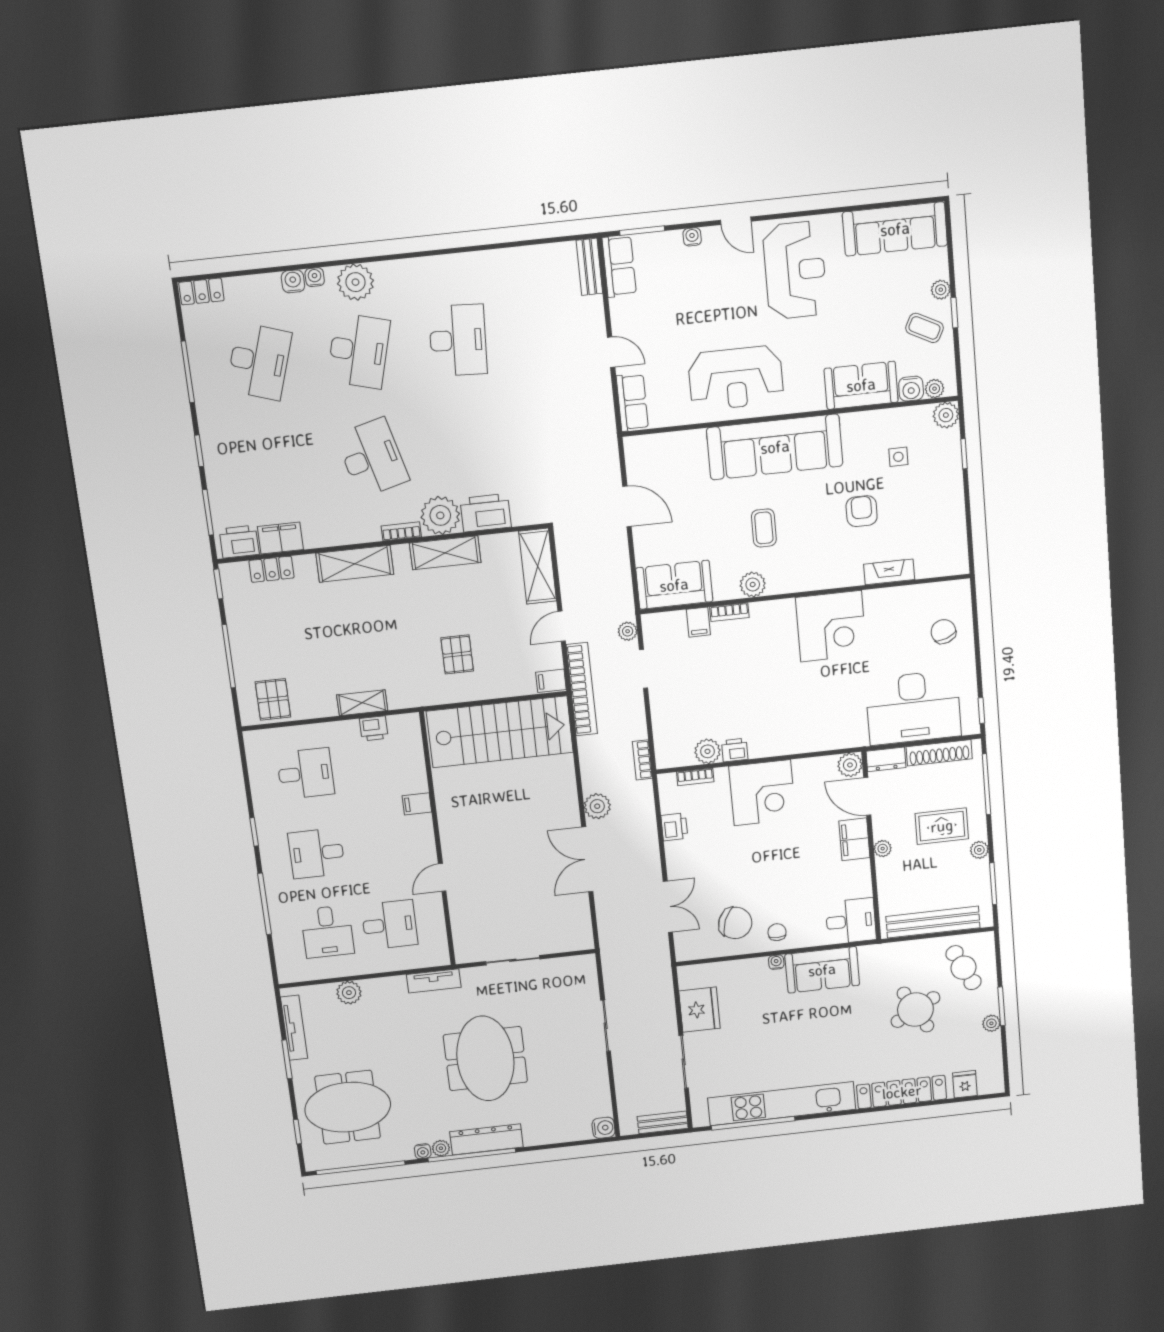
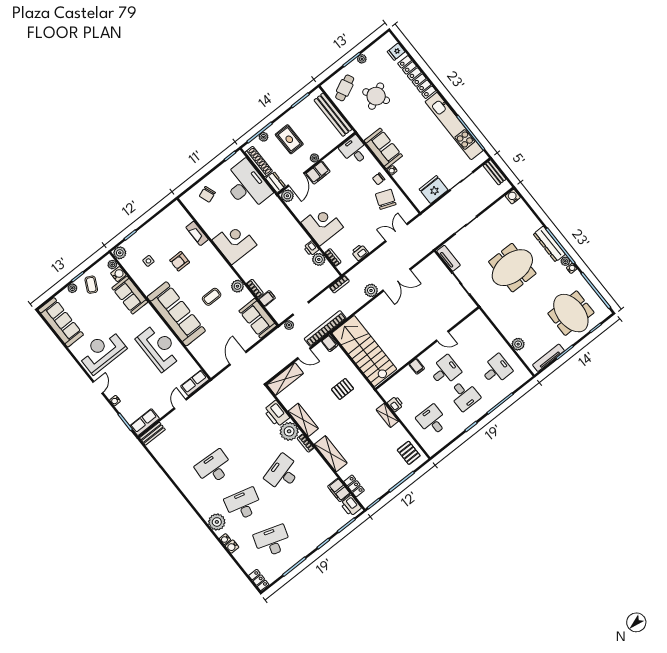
pallet: (273, 699) -> (409, 453), turned 90
plant: (979, 850) -> (264, 137), moved
desk: (389, 925) -> (445, 371), moved, turned 90
tv unit: (434, 981) -> (449, 258), moved

